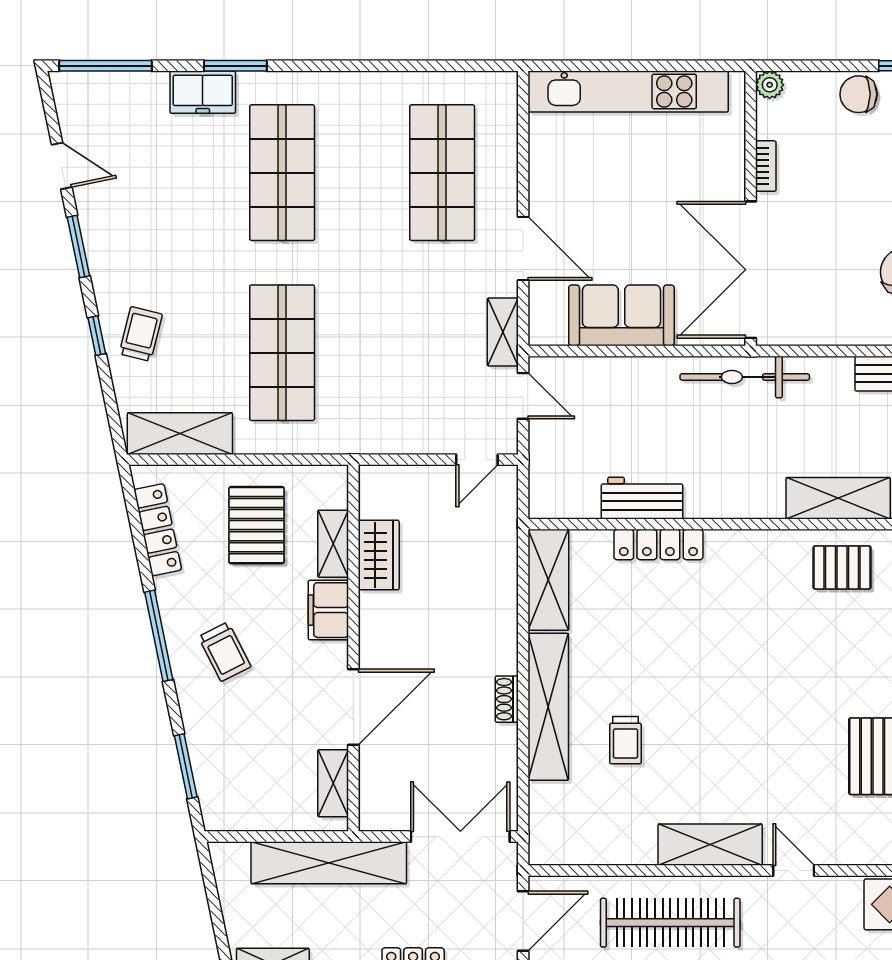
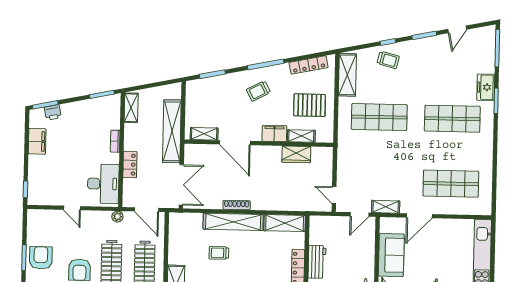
shoe rack: (507, 699) -> (237, 205), width x1.43

